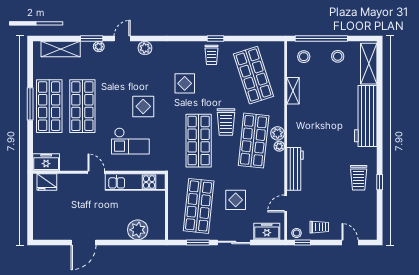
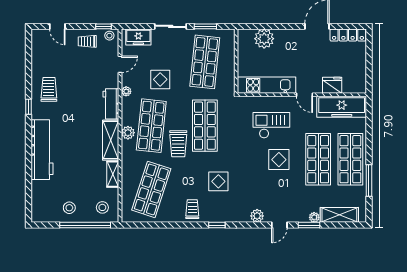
window: (216, 39) -> (217, 225), moved
plant: (99, 47) -> (314, 217), moved
shelving: (369, 64) -> (111, 140), moved
shop shelf: (254, 75) -> (151, 189), turned 36
window: (30, 104) -> (369, 181), moved
display table: (143, 106) -> (279, 160), moved
trolley: (226, 122) -> (178, 144), turned 180
plant: (279, 146) -> (126, 91), moved
freezer: (46, 162) -> (342, 107), width x1.91, depth x1.26
workbench: (295, 169) -> (111, 104), width x0.73
fridge: (47, 182) -> (332, 85), moved
window: (380, 182) -> (28, 107), moved
display table: (236, 200) -> (160, 79), moved
locker: (52, 234) -> (348, 35), added

